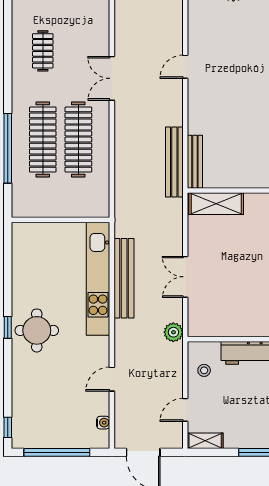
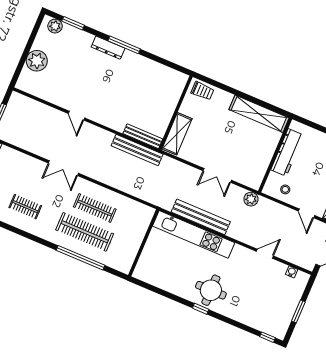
clothes rail: (78, 140) -> (95, 208), width x0.73, depth x0.76
door: (112, 379) -> (265, 254), swing flipped
window: (57, 452) -> (298, 311), width x0.47

